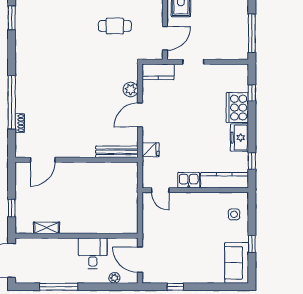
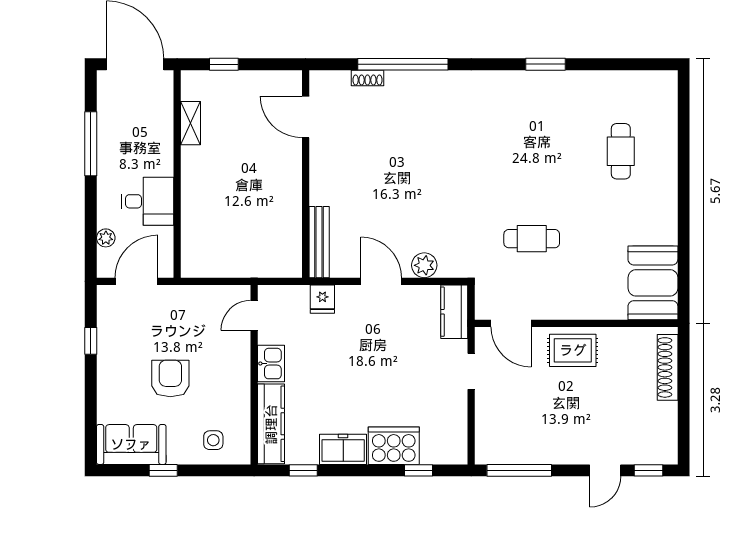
cafe table: (115, 26) -> (532, 239), turned 90
armchair: (198, 240) -> (170, 378), added

